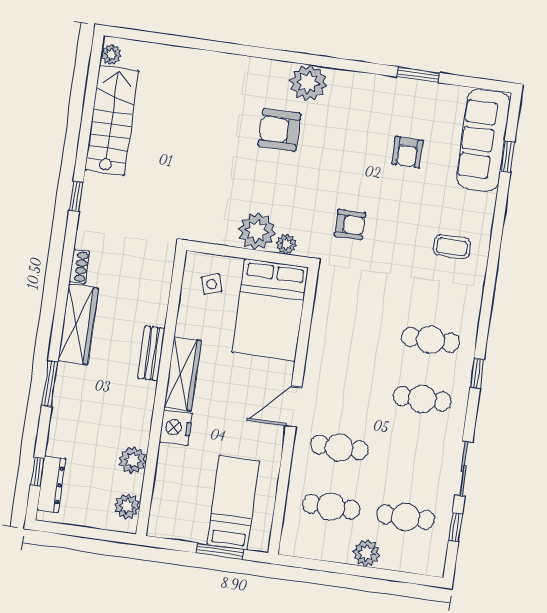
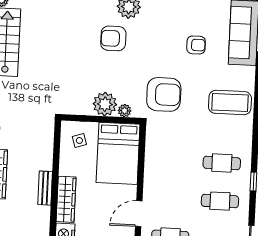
armchair: (407, 152) -> (196, 45), turned -90
armchair: (350, 225) -> (164, 94), width x1.88, depth x1.88
coffee table: (452, 247) -> (230, 102), width x1.86, depth x1.72

